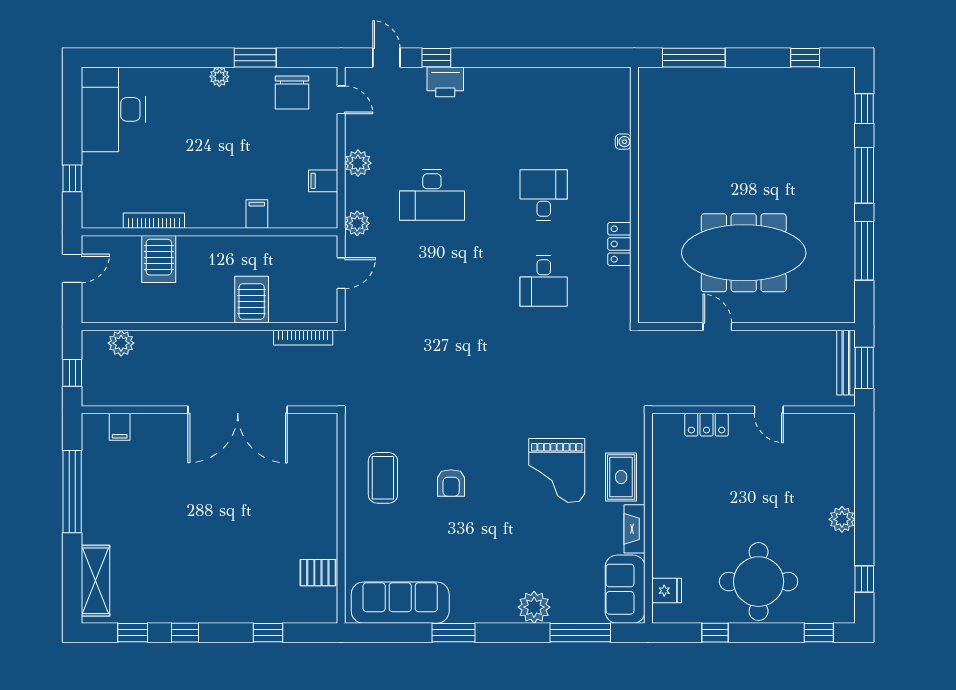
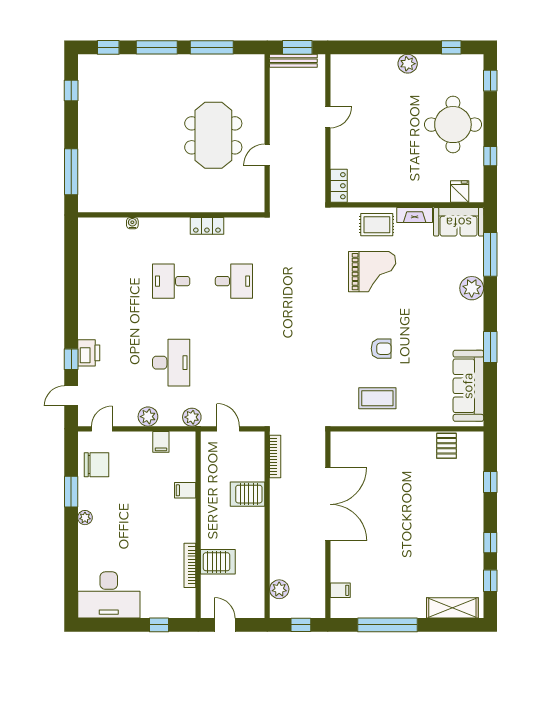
meeting table: (744, 253) -> (213, 135), width x0.73
locker: (707, 425) -> (339, 186), moved

